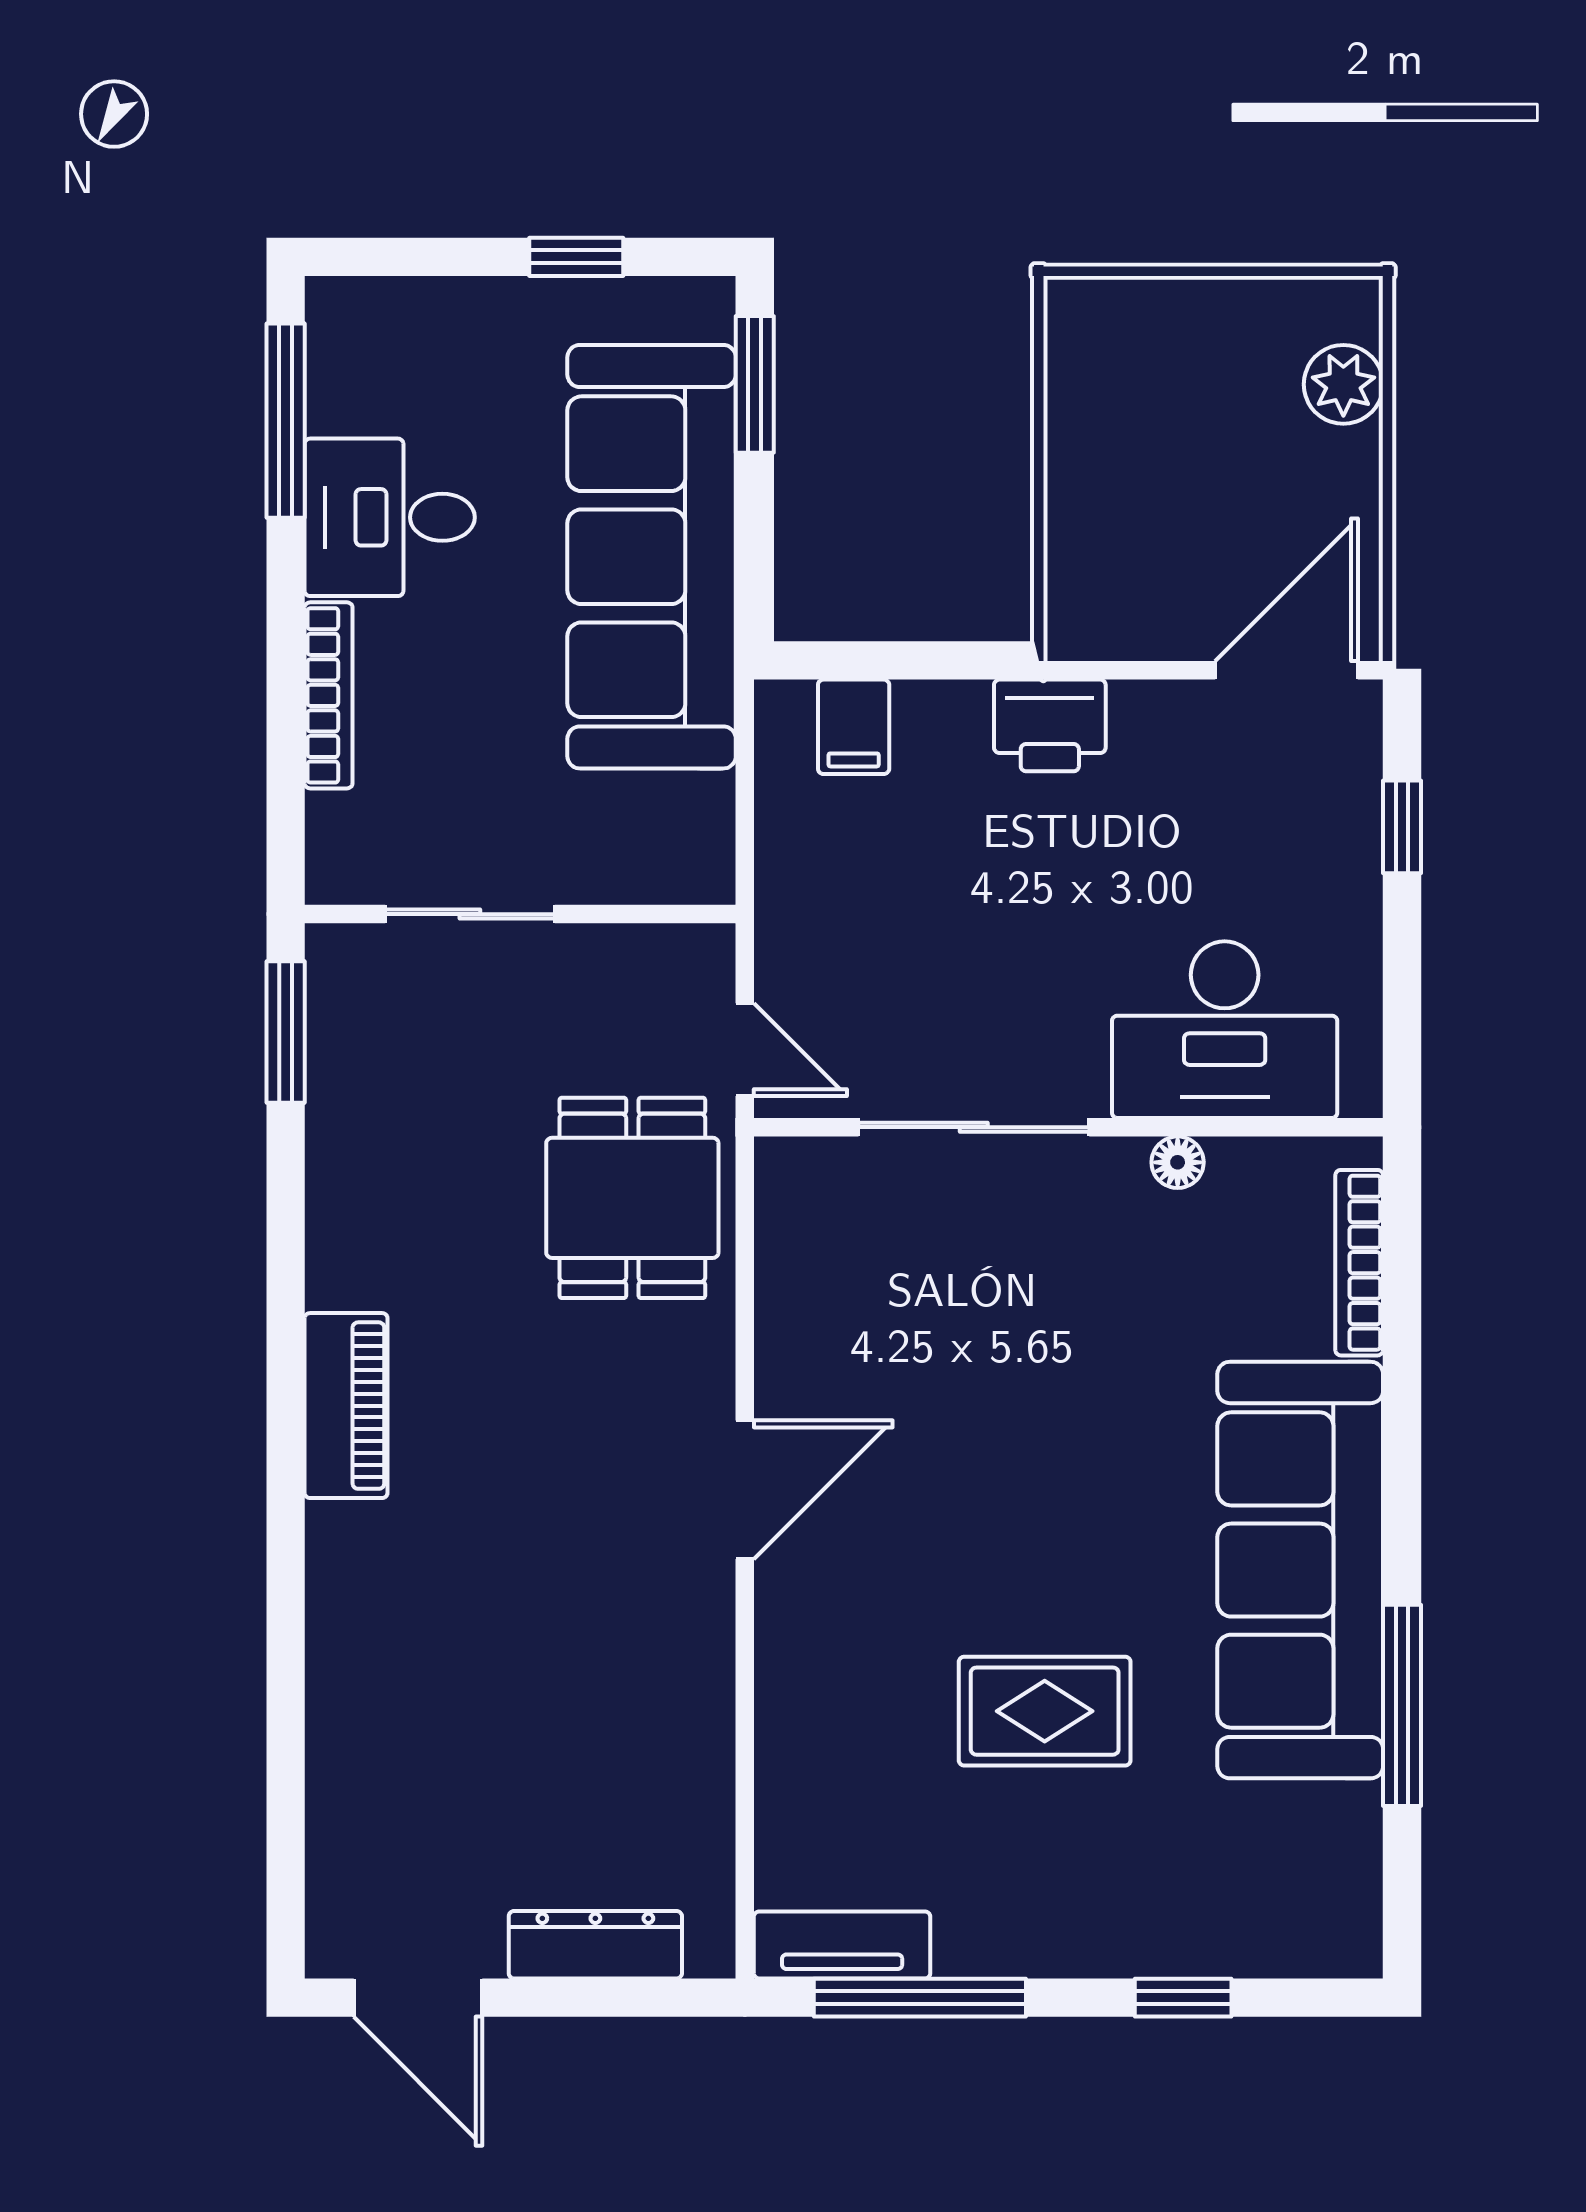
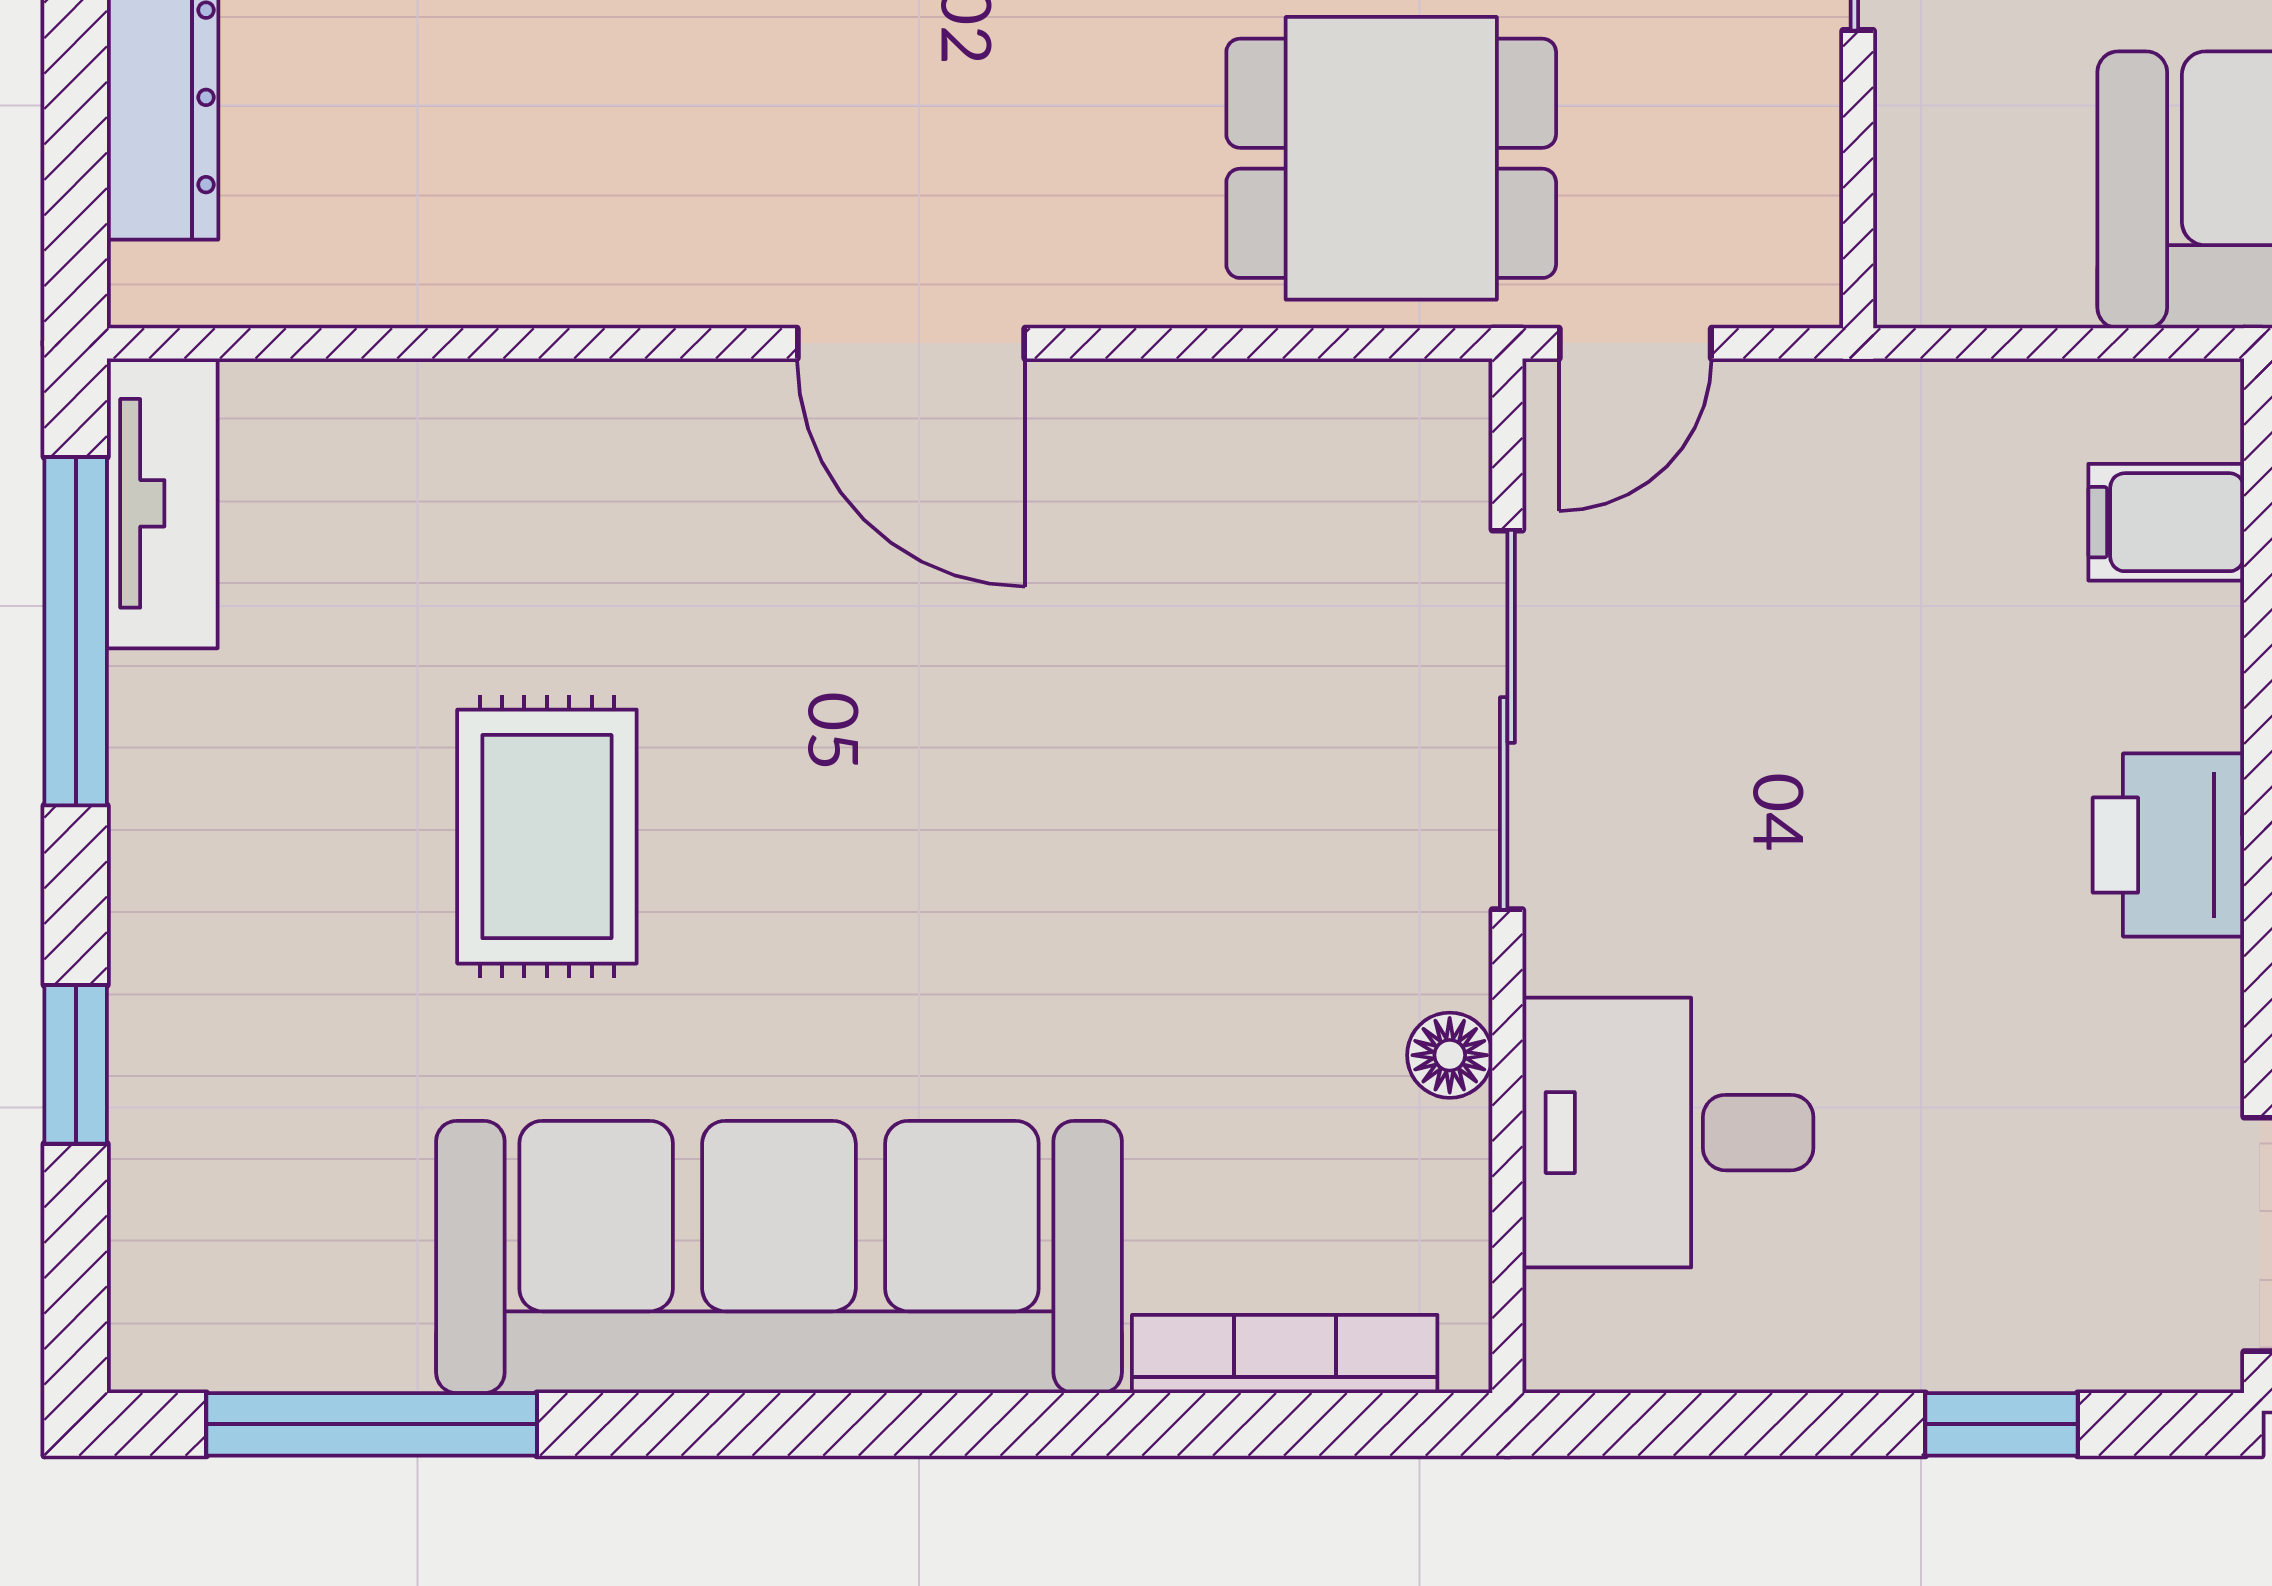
desk: (1225, 1030) -> (1668, 1133), width x0.73
window: (1402, 1705) -> (372, 1424), moved

